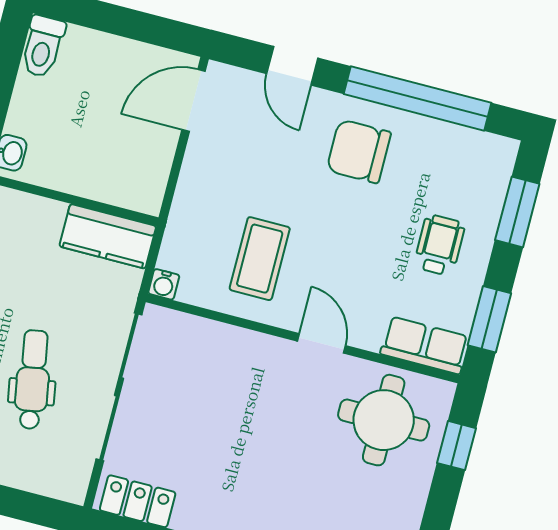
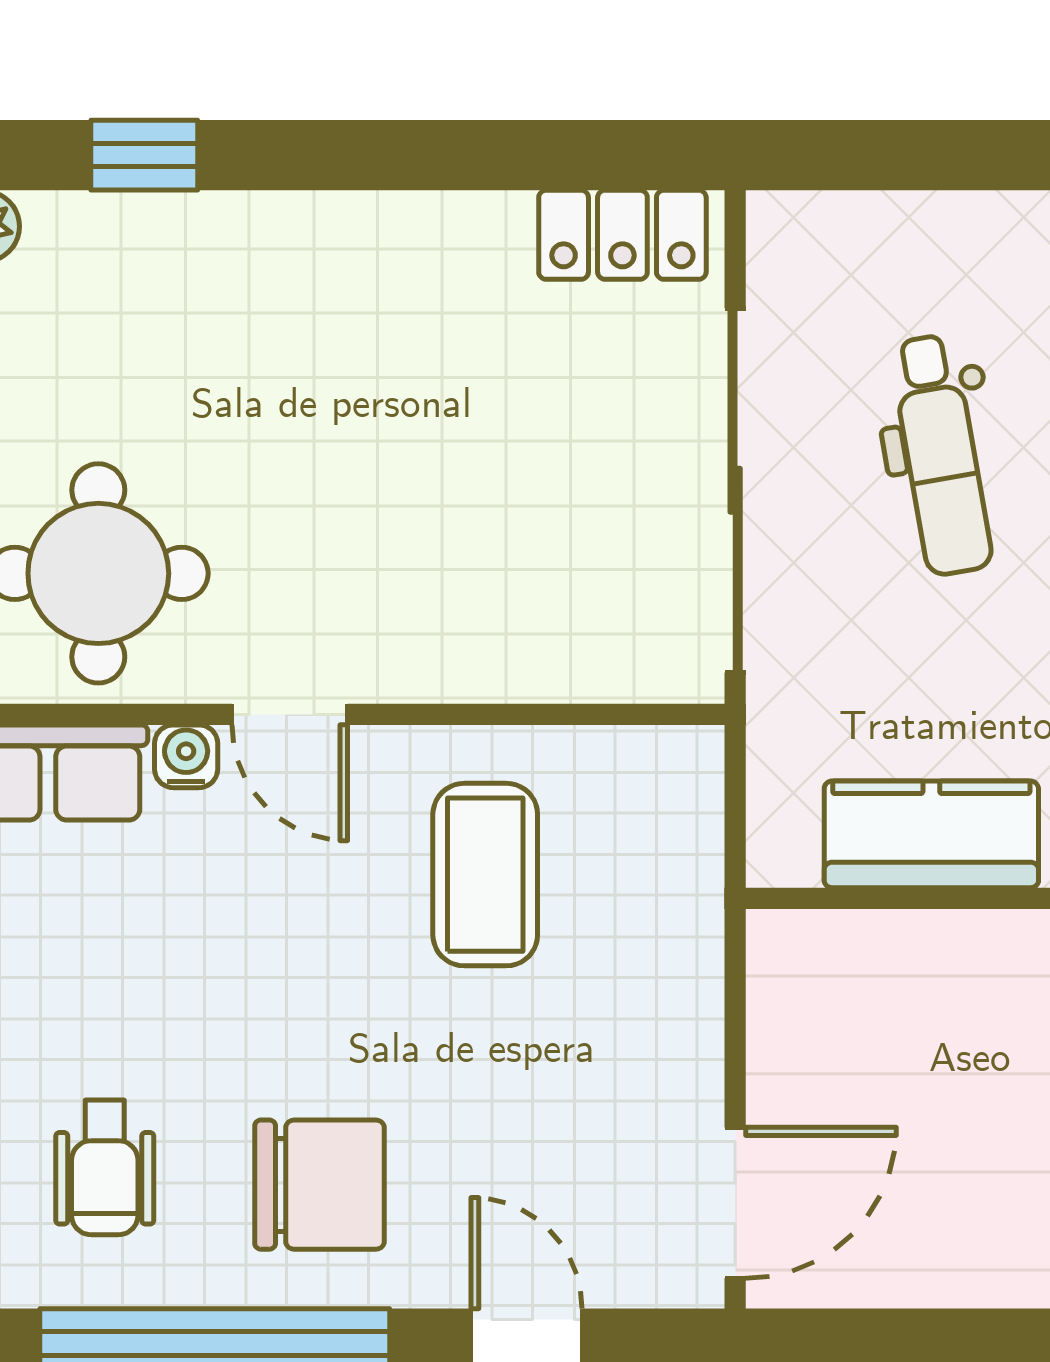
kitchen counter: (108, 236) -> (931, 834), moved
wheelchair: (439, 245) -> (105, 1167), moved
water cooler: (164, 284) -> (186, 756), moved

